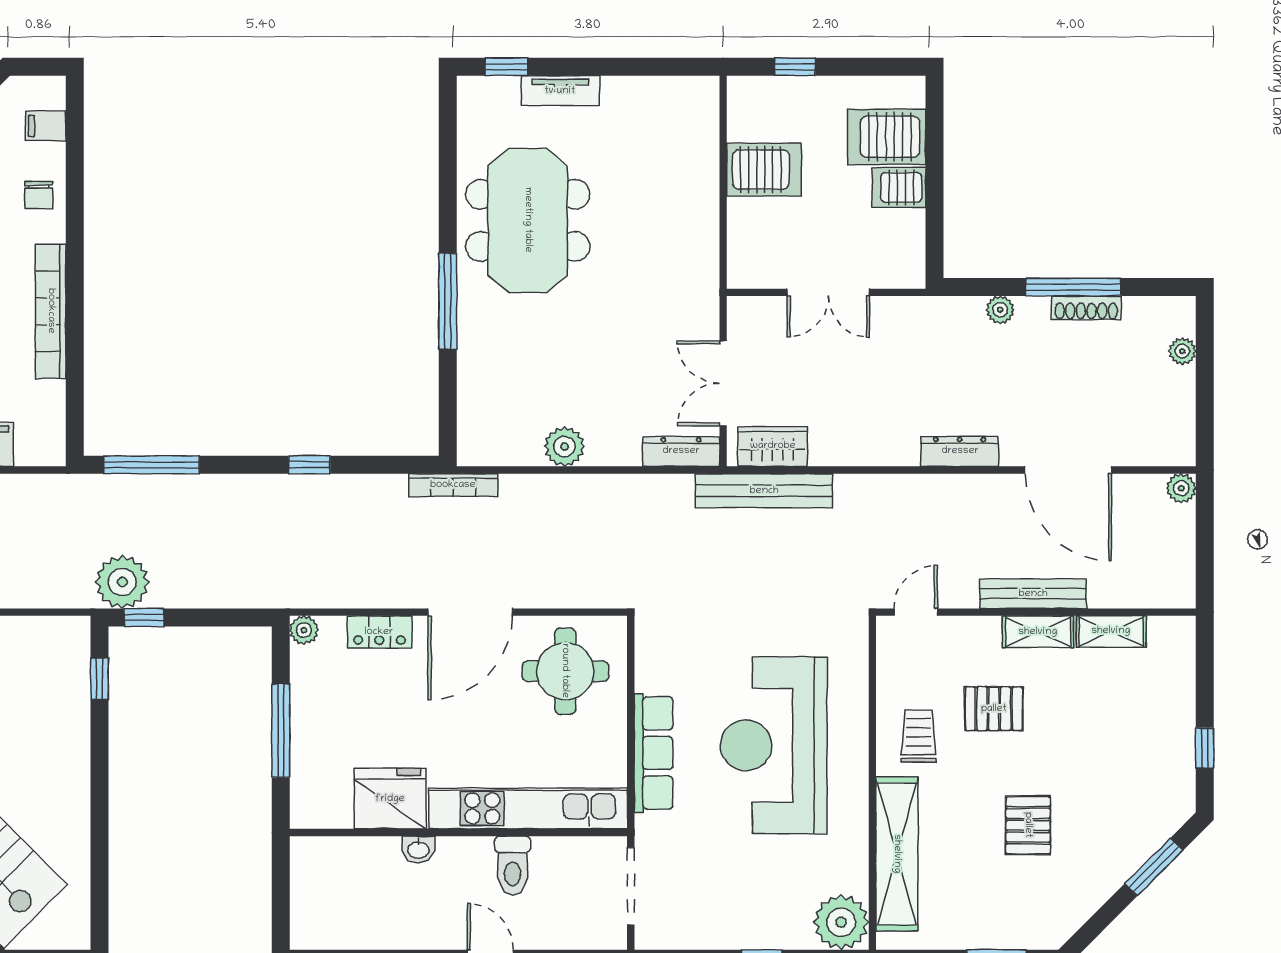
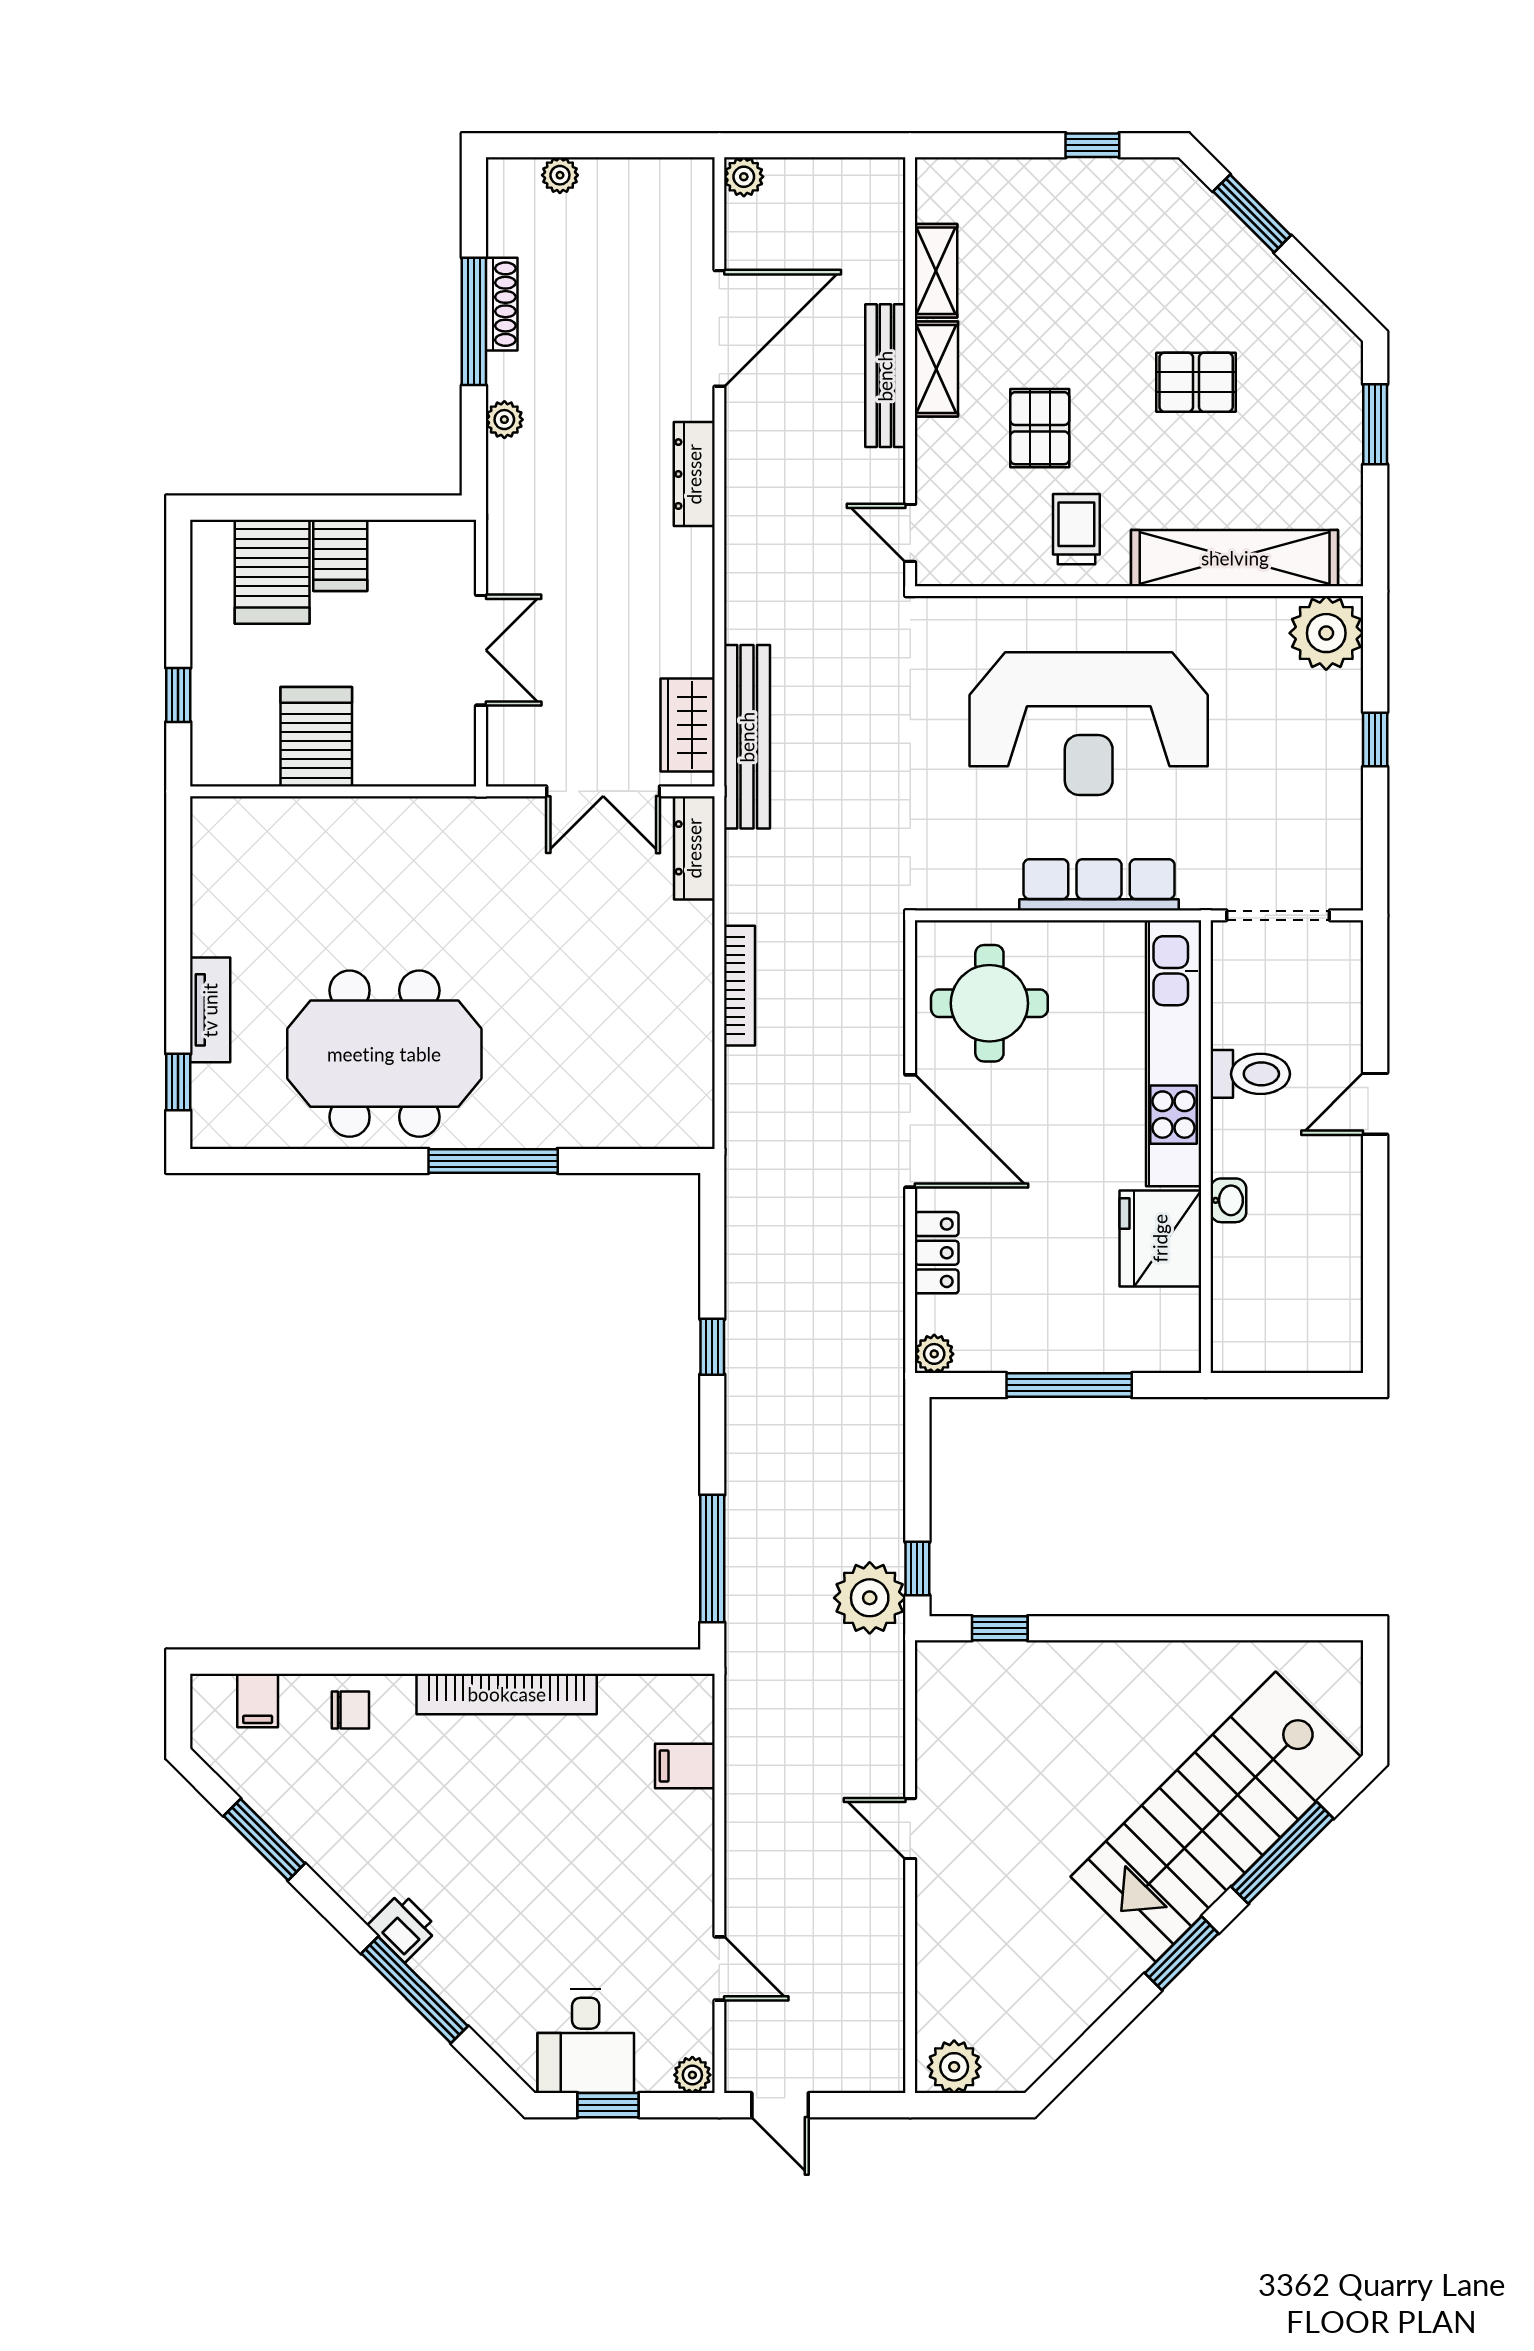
plant: (564, 447) -> (688, 1004), removed
bookcase: (453, 485) -> (740, 986), moved
trolley: (919, 736) -> (1076, 529), turned 90

